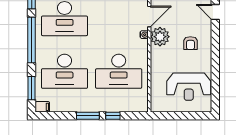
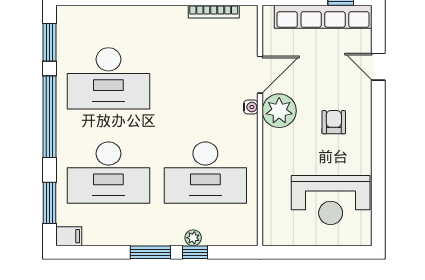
armchair: (190, 43) -> (334, 122), turned 180
plant: (112, 108) -> (193, 238), added

